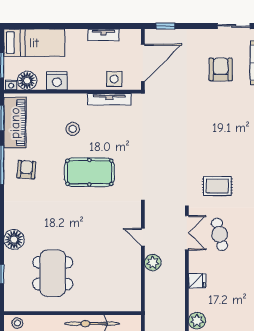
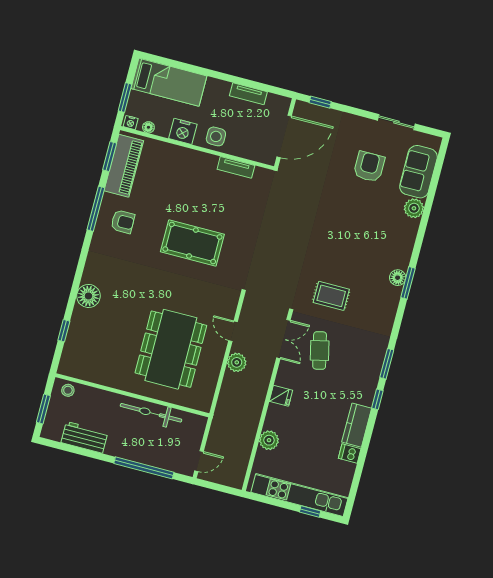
side table: (114, 79) -> (216, 136), moved
floor lamp: (27, 81) -> (148, 127), width x0.53, depth x0.53
tv unit: (109, 99) -> (236, 167), width x0.71
stool: (73, 129) -> (186, 190), removed
armchair: (26, 170) -> (123, 222), turned 85
dining table: (53, 273) -> (171, 349), moved, width x1.36, depth x1.24

